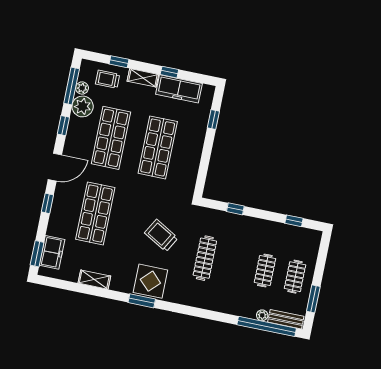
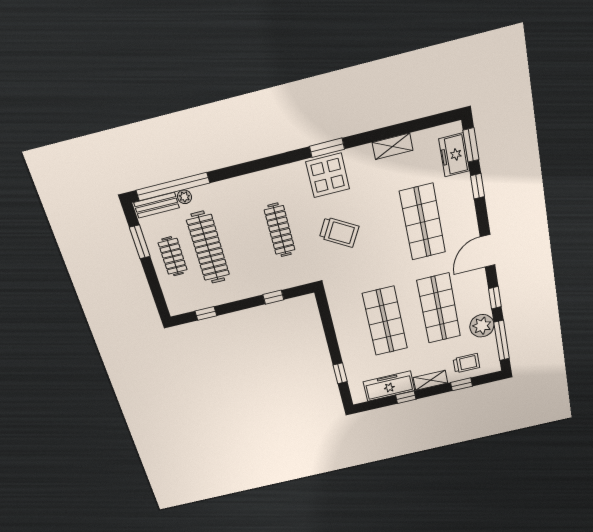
plant: (82, 88) -> (490, 343), removed
window: (47, 203) -> (477, 186), moved
clothes rail: (265, 270) -> (208, 248), width x1.86, depth x1.31

